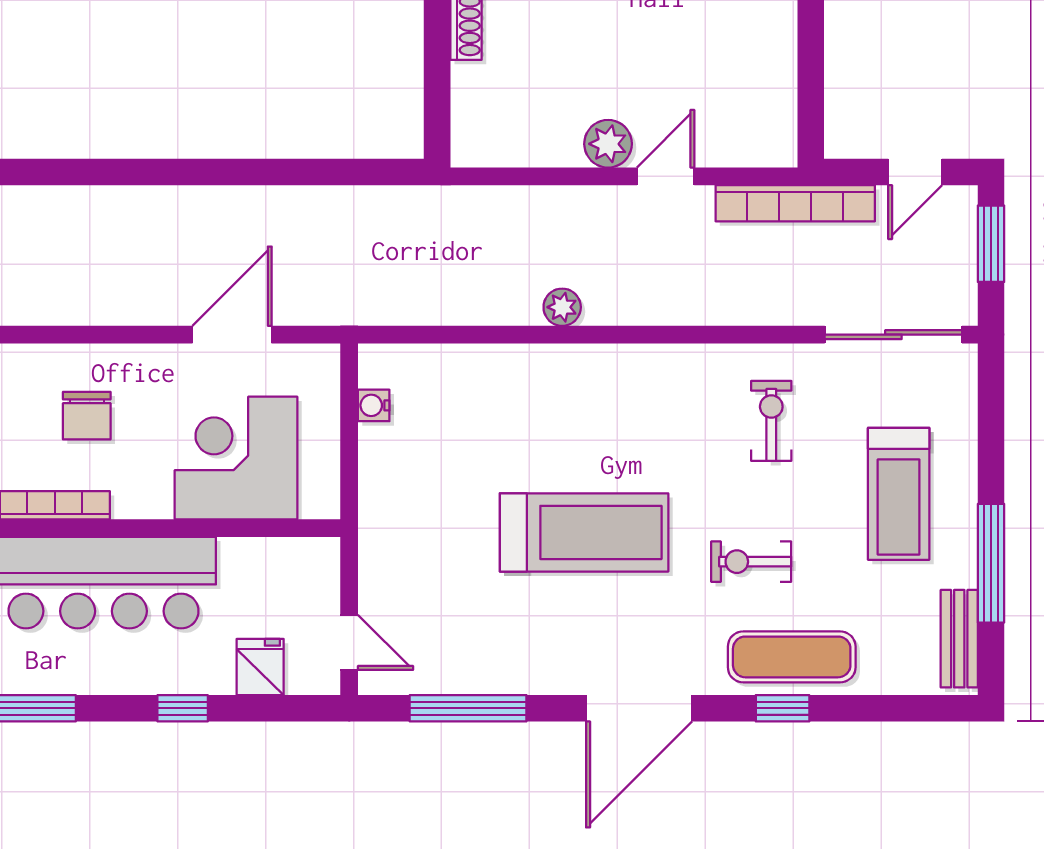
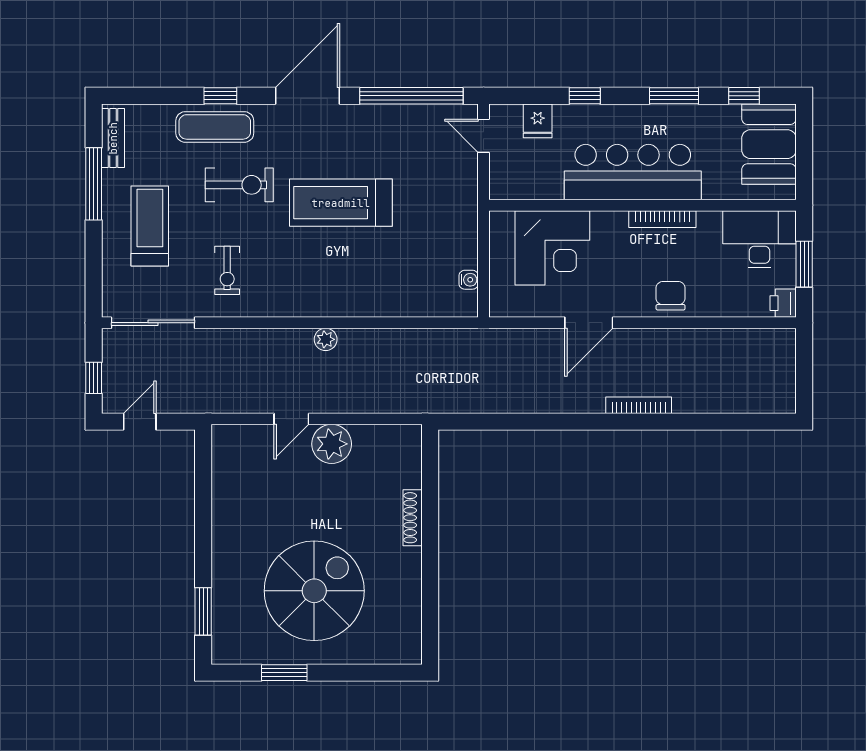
plant: (608, 144) -> (332, 444), width x1.36, depth x1.36
bookcase: (795, 203) -> (639, 405), moved, width x0.68, depth x0.76
window: (991, 244) -> (94, 378), width x0.67
plant: (562, 307) -> (326, 339), moved
door: (232, 335) -> (589, 323), moved
chair: (87, 416) -> (671, 296), moved
exercise bike: (751, 562) -> (239, 185), width x1.38, depth x1.39
window: (468, 708) -> (411, 96), width x1.46

